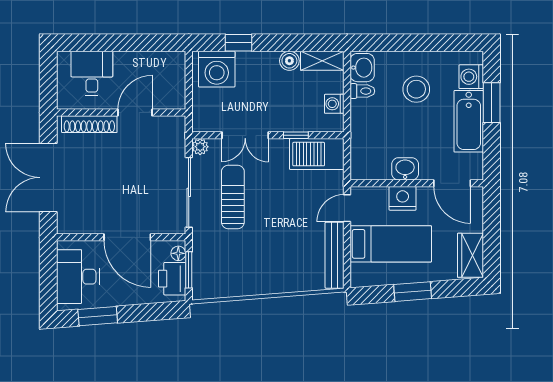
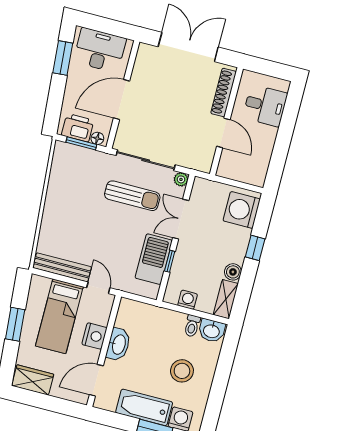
window: (238, 43) -> (255, 248), moved
barbecue: (317, 154) -> (154, 259), moved
washbasin: (405, 169) -> (118, 344), width x1.38

